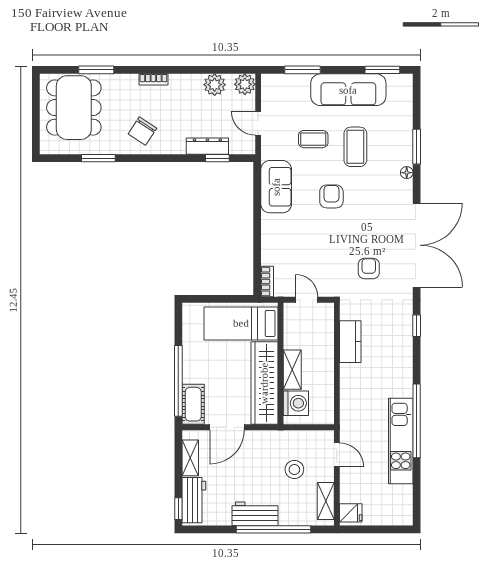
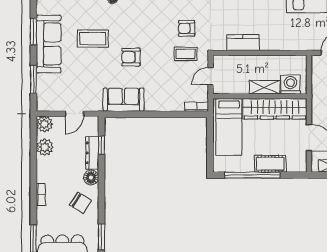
window: (382, 70) -> (33, 32), moved
coffee table: (313, 139) -> (186, 54), moved, turned 90
floor lamp: (175, 145) -> (91, 178), added
window: (178, 381) -> (252, 175), moved
cot: (193, 404) -> (270, 164), moved

